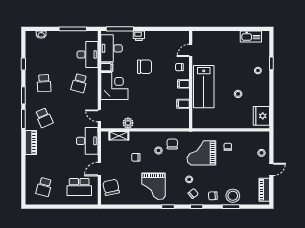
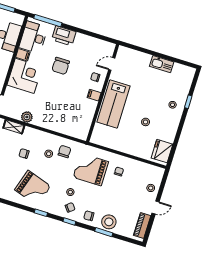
printer: (139, 36) -> (64, 36), width x1.87, depth x1.48
kitchen sink: (251, 36) -> (162, 64), moved
chair: (145, 67) -> (61, 66), turned 90
filing cabinet: (183, 104) -> (88, 115), removed
grand piano: (153, 186) -> (33, 188), turned -72

